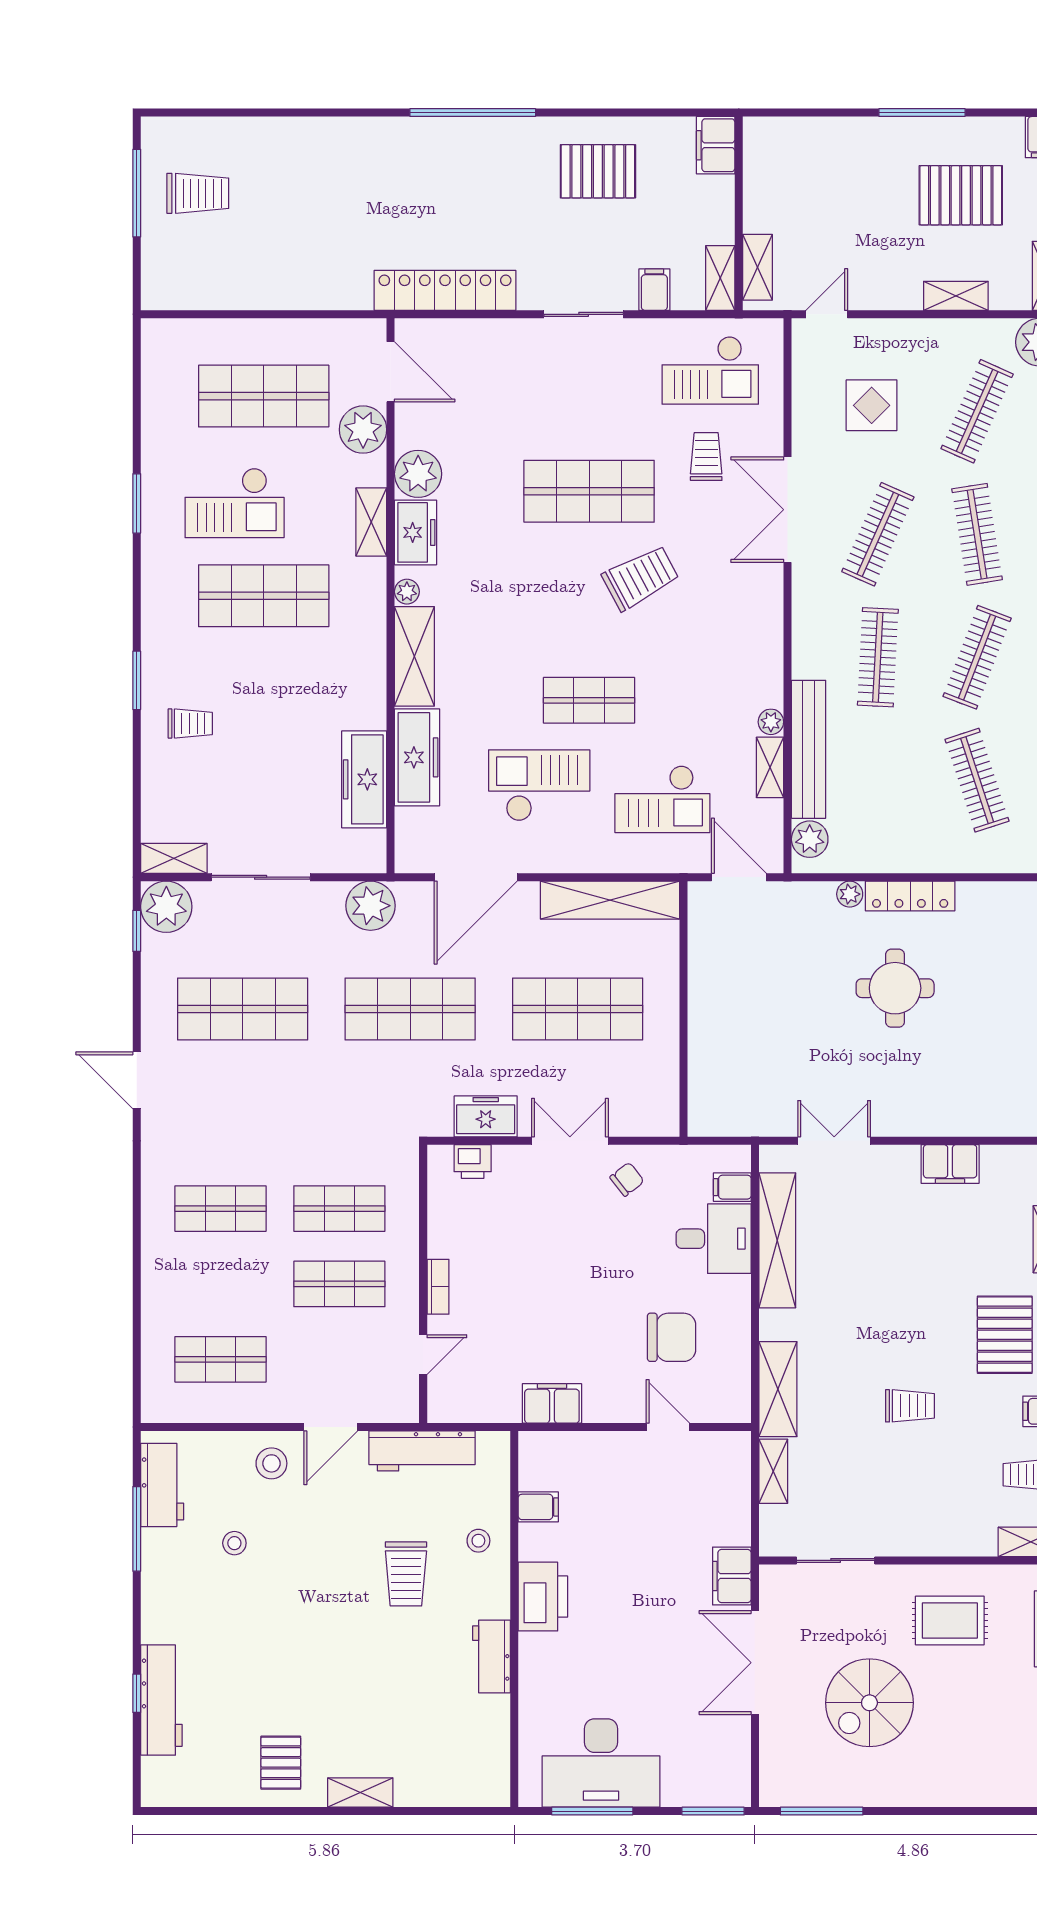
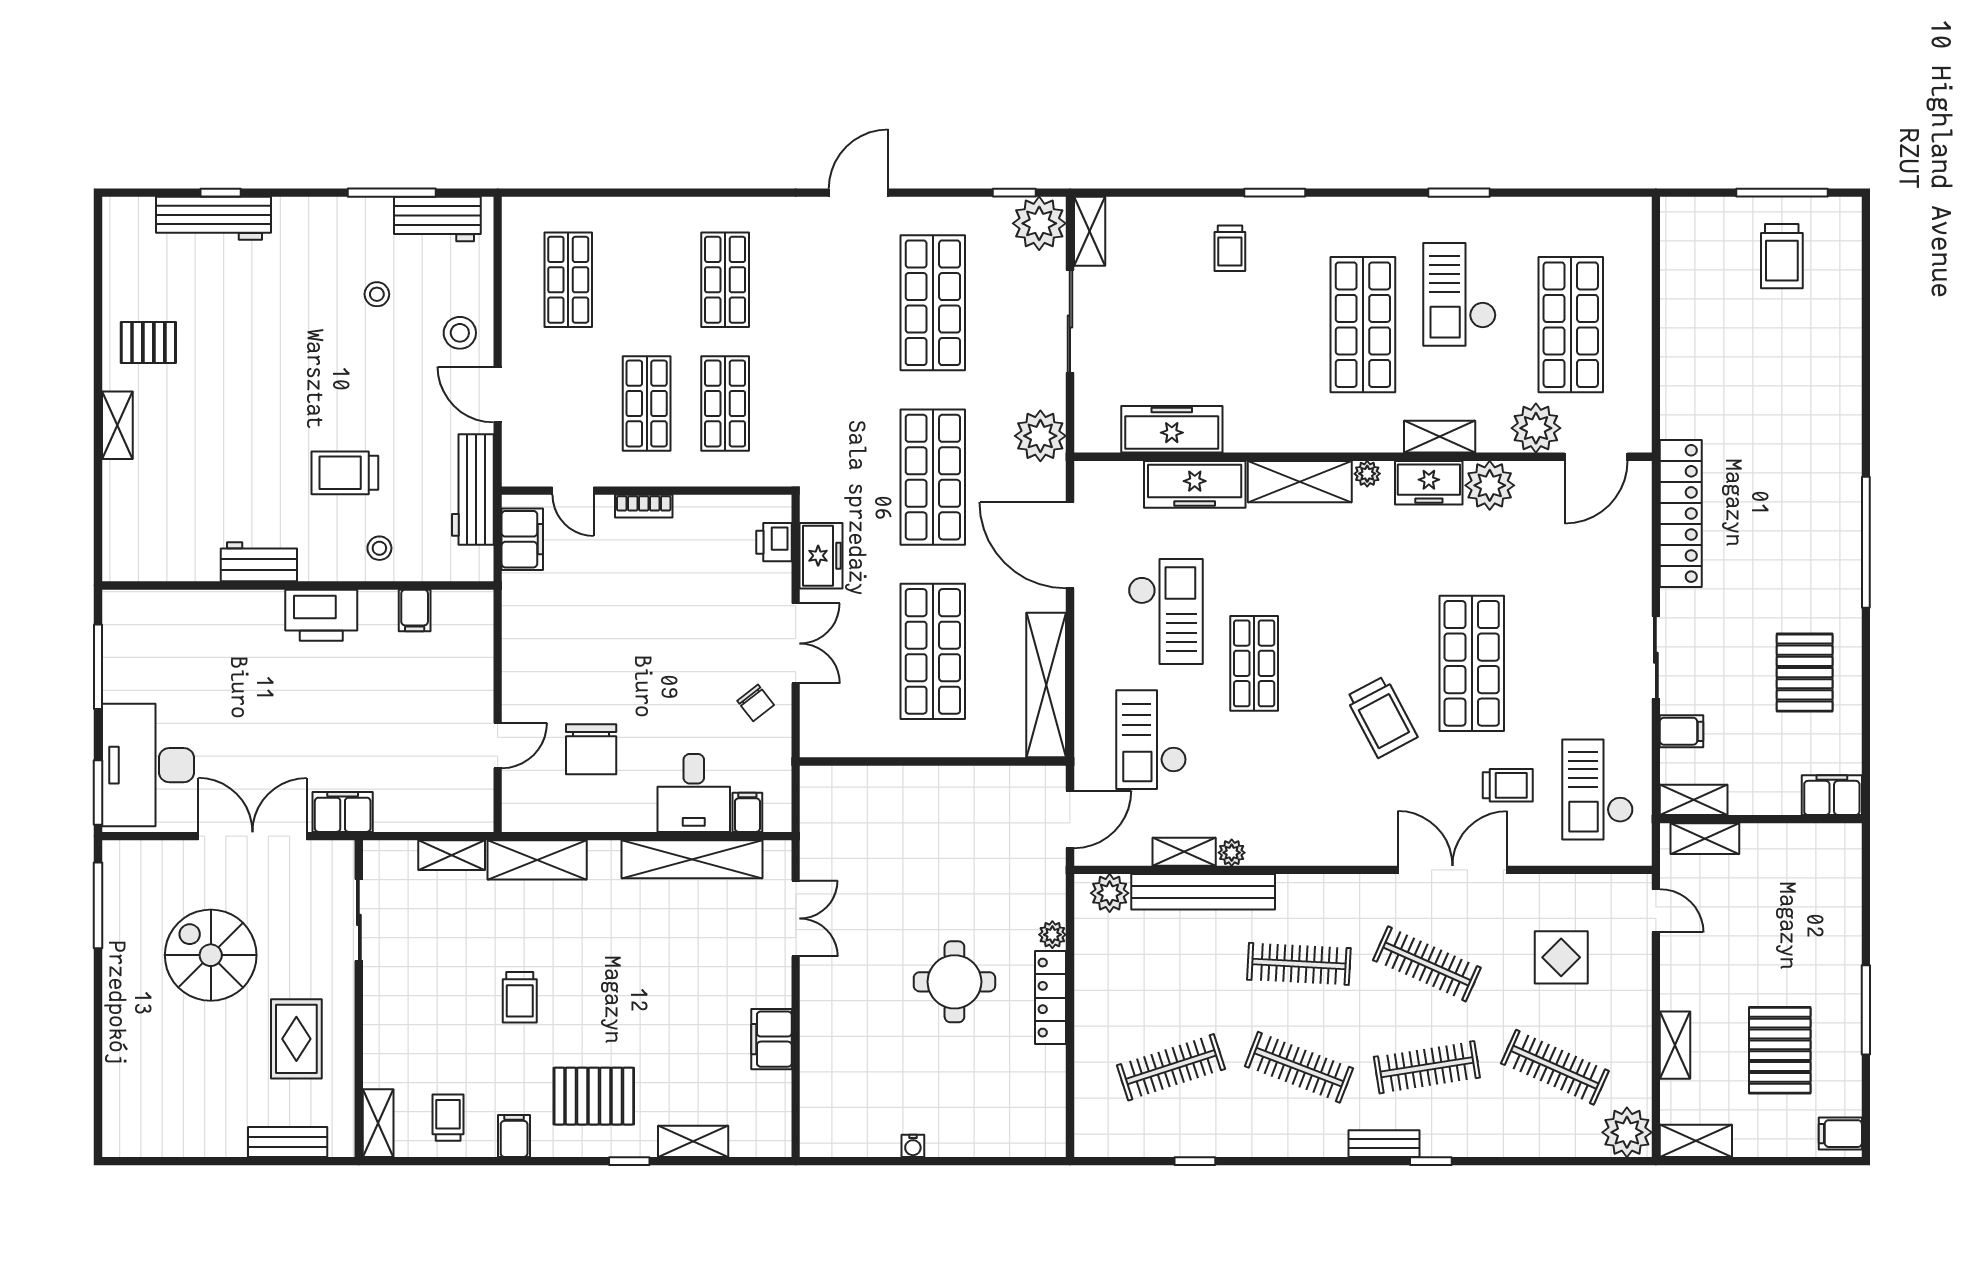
filing cabinet: (552, 1403) -> (522, 539), moved
desk: (601, 1763) -> (148, 765), moved

